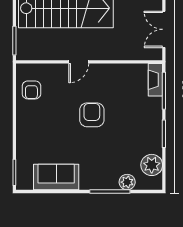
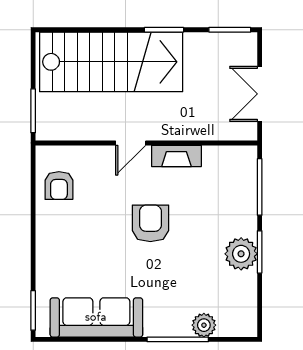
fireplace: (155, 80) -> (176, 156), moved, turned -90
plant: (152, 165) -> (241, 254), moved
sofa: (56, 177) -> (96, 317), width x1.36

